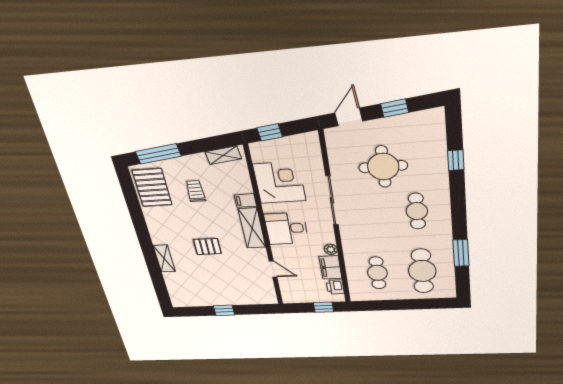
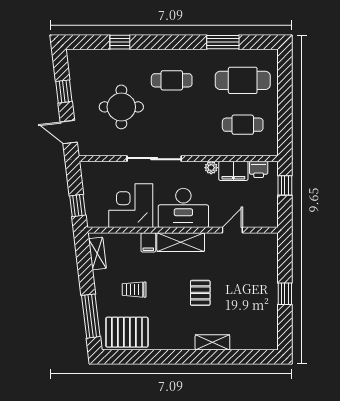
desk: (286, 228) -> (183, 208), width x1.37

